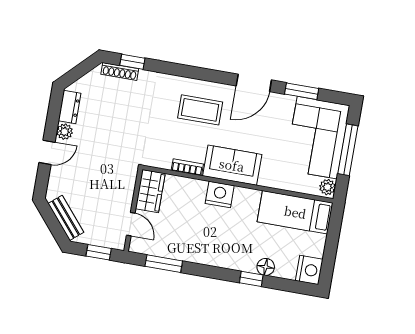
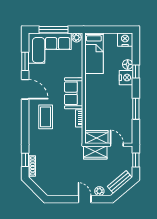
dresser: (70, 107) -> (57, 191), removed
plant: (65, 132) -> (99, 191), moved
wardrobe: (124, 185) -> (95, 153), added
nightstand: (220, 194) -> (126, 78), moved, turned 180
door: (131, 224) -> (117, 145), hinge flipped
window: (164, 264) -> (136, 109), moved

